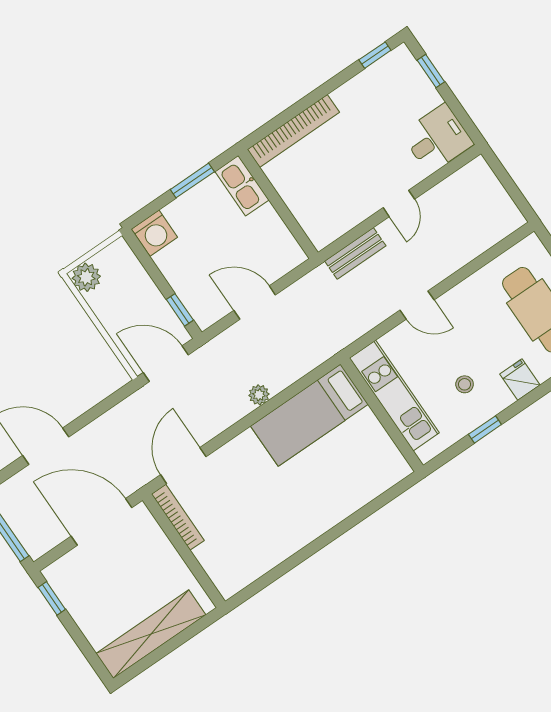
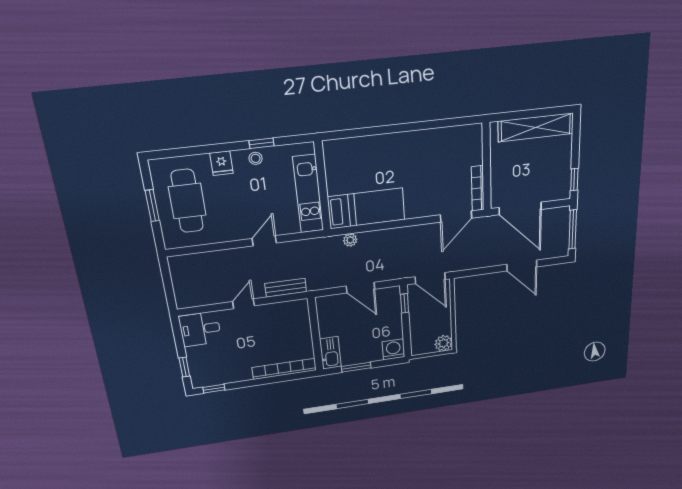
door: (417, 305) -> (264, 241), hinge flipped
stool: (465, 384) -> (256, 158), moved
plant: (259, 395) -> (350, 240), moved

